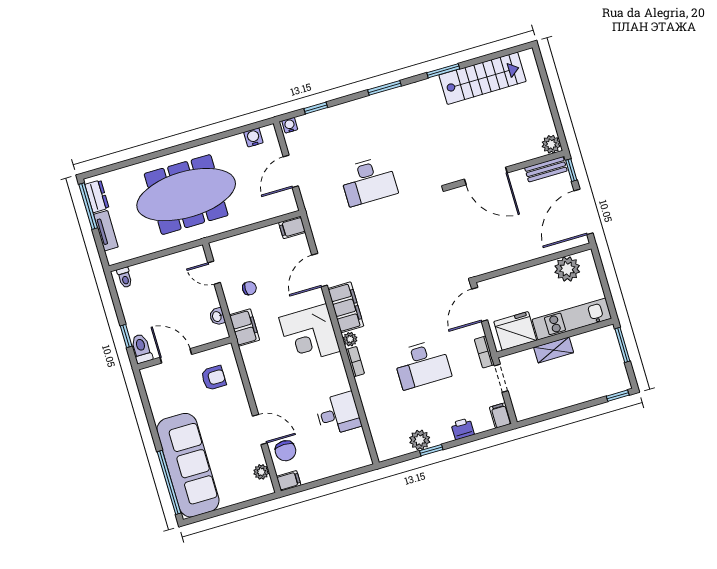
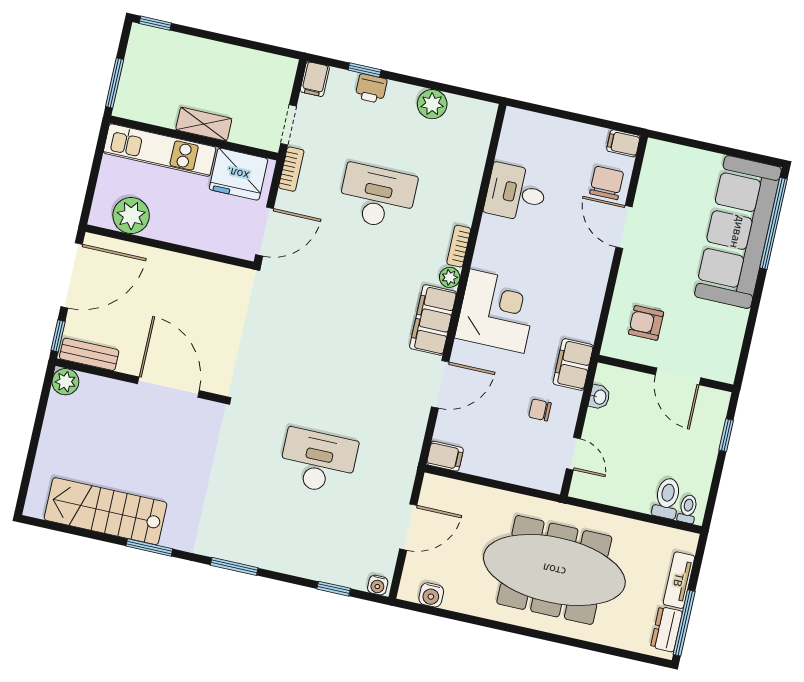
toilet: (142, 349) -> (667, 498), moved, turned 180
window: (431, 450) -> (365, 70), moved
plant: (261, 472) -> (651, 173), removed

